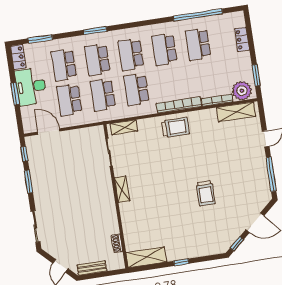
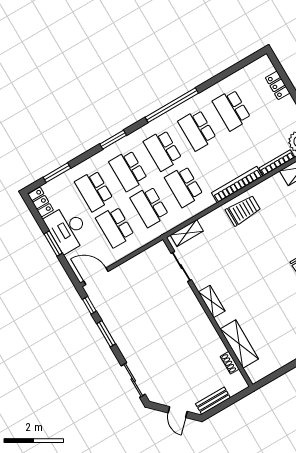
window: (198, 15) -> (172, 105), moved
door: (49, 131) -> (96, 276), moved
shelving: (146, 257) -> (239, 344), moved, turned 90

